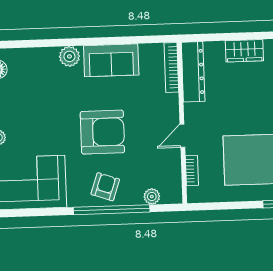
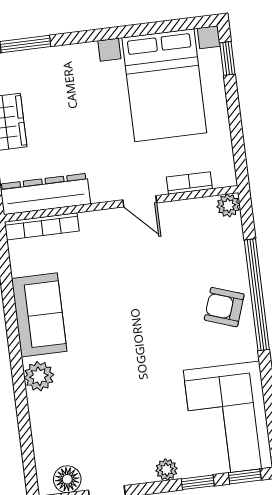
armchair: (102, 132) -> (145, 318), removed
plant: (152, 196) -> (228, 205), moved

